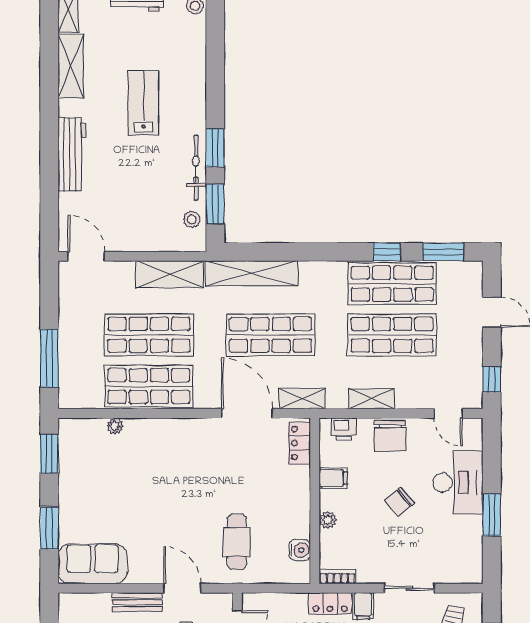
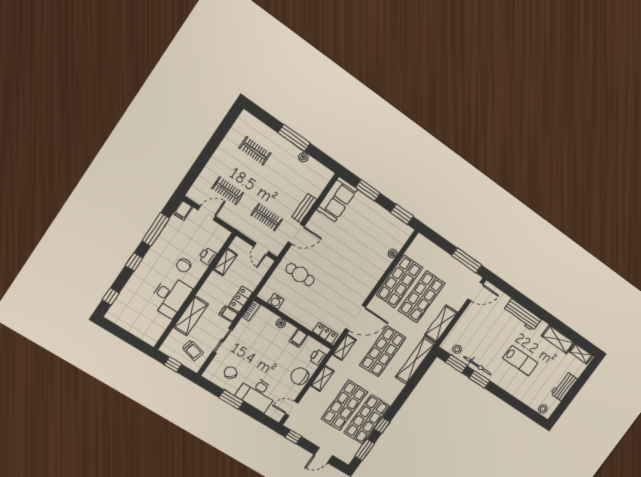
window: (49, 358) -> (467, 260), moved
chair: (399, 502) -> (230, 373), moved

